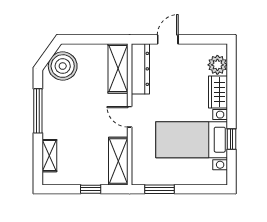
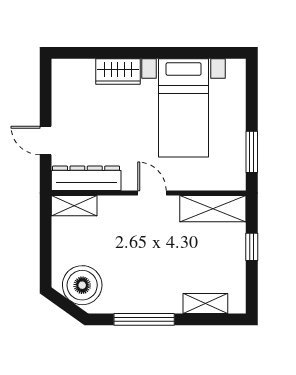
plant: (217, 65) -> (80, 72), removed
shelving: (118, 68) -> (74, 206), width x0.67, depth x0.75
door: (130, 117) -> (152, 193), swing flipped
window: (231, 139) -> (183, 53), removed

